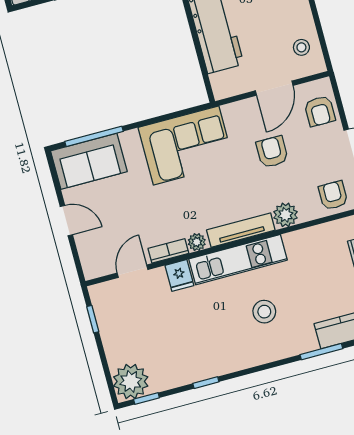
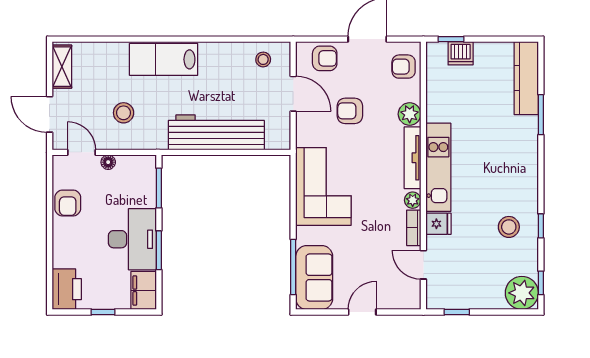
stool: (264, 312) -> (509, 227), moved

